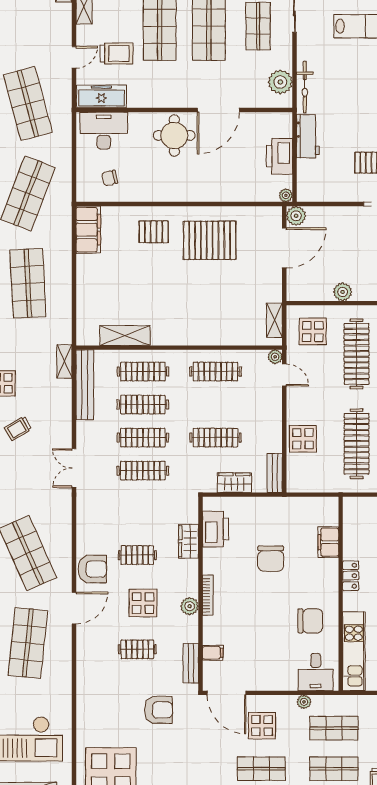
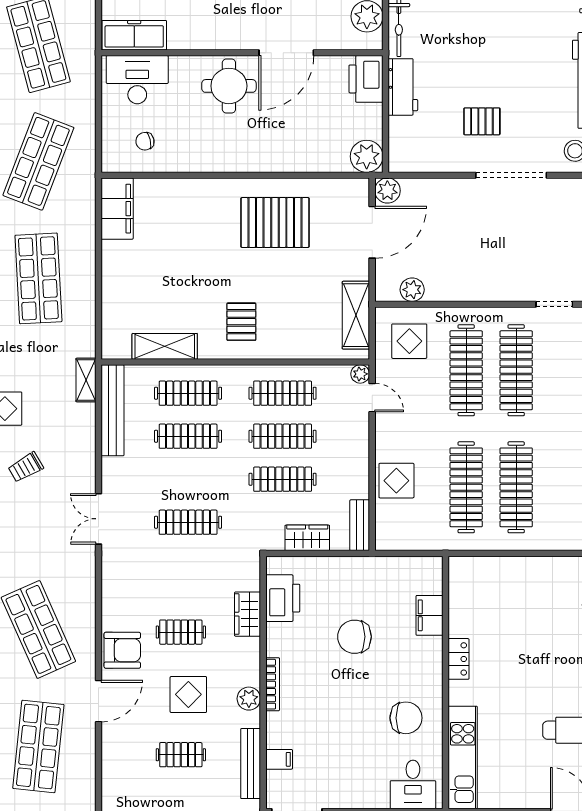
printer: (280, 156) -> (366, 79), moved
plant: (286, 195) -> (367, 156), width x1.88, depth x1.88
pallet: (154, 232) -> (241, 322), moved, turned 90
plant: (343, 292) -> (412, 290), moved
shelving: (274, 320) -> (356, 315), width x1.50, depth x1.33
clothes rail: (143, 438) -> (283, 436), moved
chair: (271, 559) -> (354, 637), turned 90
bench: (191, 663) -> (251, 764), width x1.36

